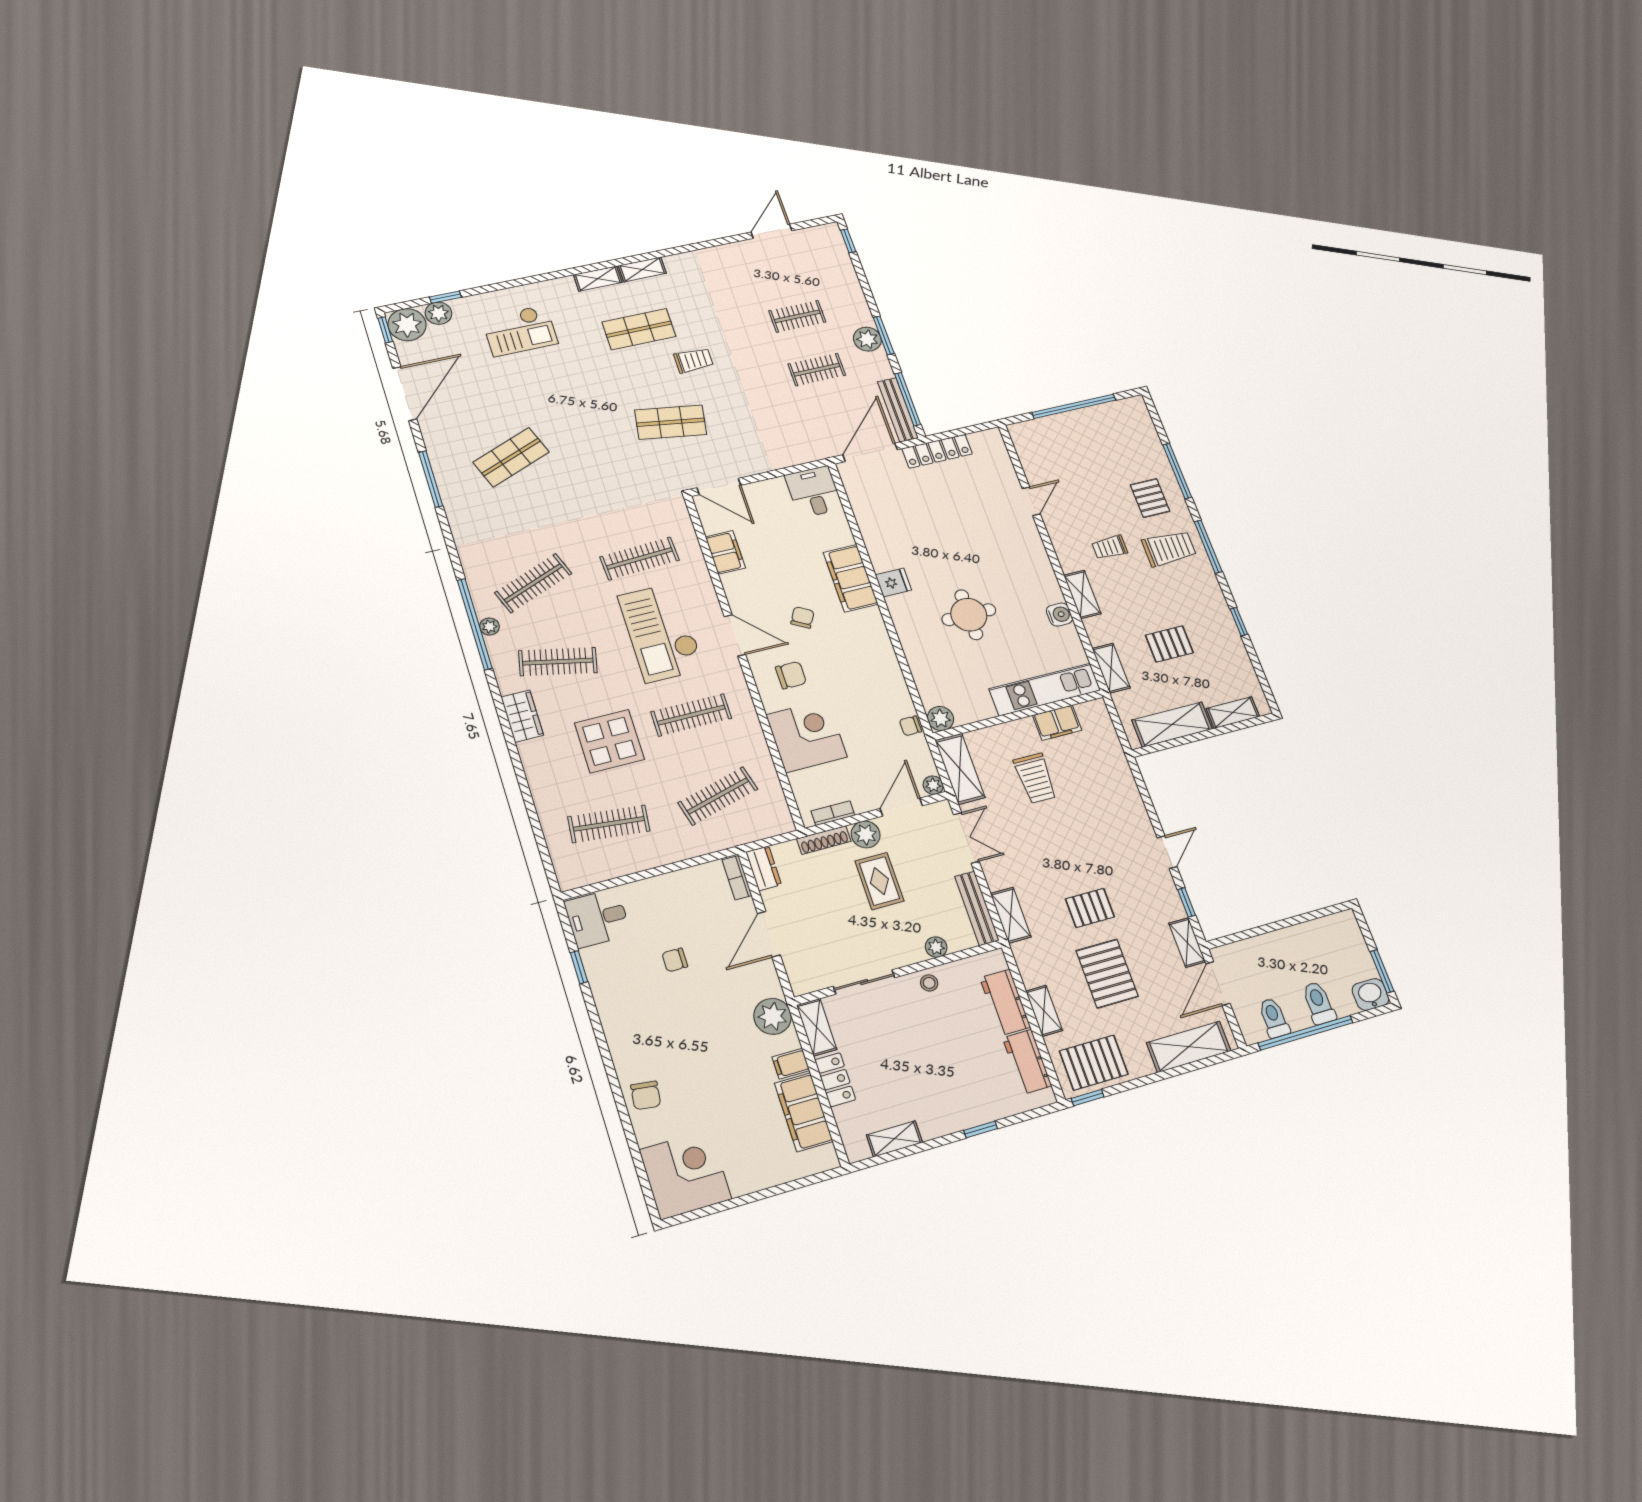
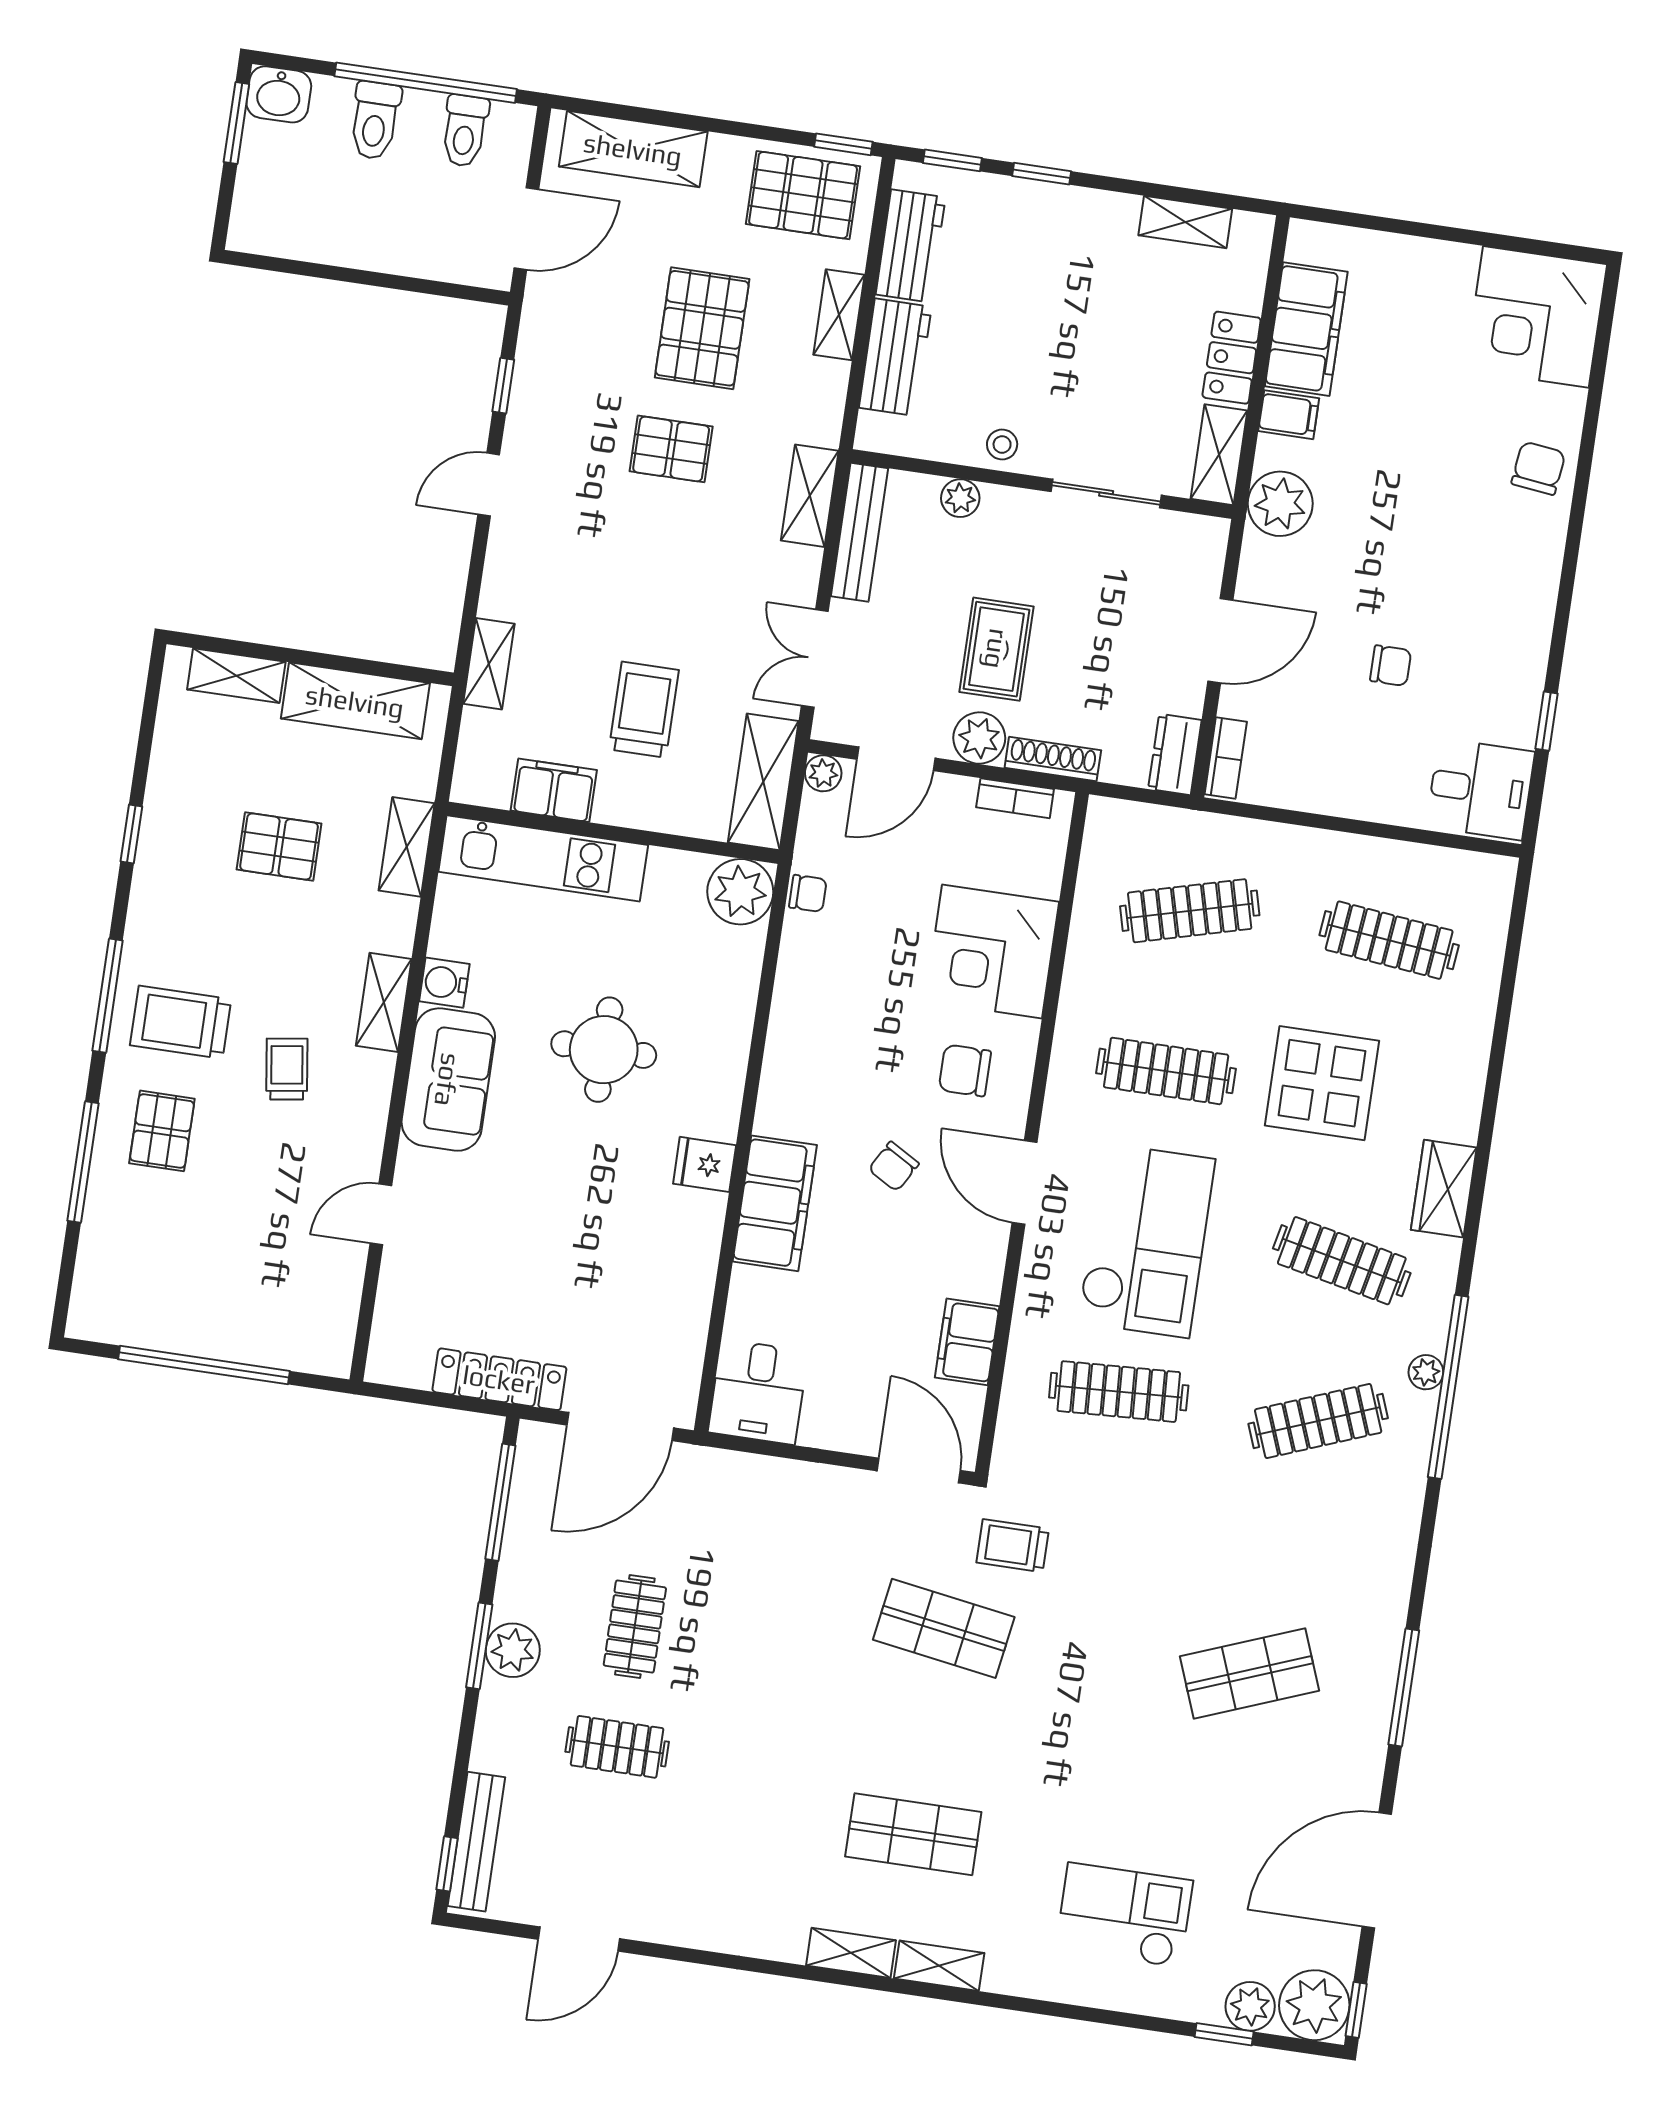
trolley: (694, 360) -> (1013, 1546), moved
clothes rail: (817, 370) -> (635, 1626), turned 90
bench: (898, 410) -> (476, 1842), moved
trolley: (1110, 547) -> (287, 1069), turned -98
sofa: (1034, 572) -> (448, 1080), added
plant: (940, 719) -> (740, 892), width x1.36, depth x1.36
shelving: (1187, 943) -> (489, 664), moved
window: (1029, 1115) -> (952, 160), added

